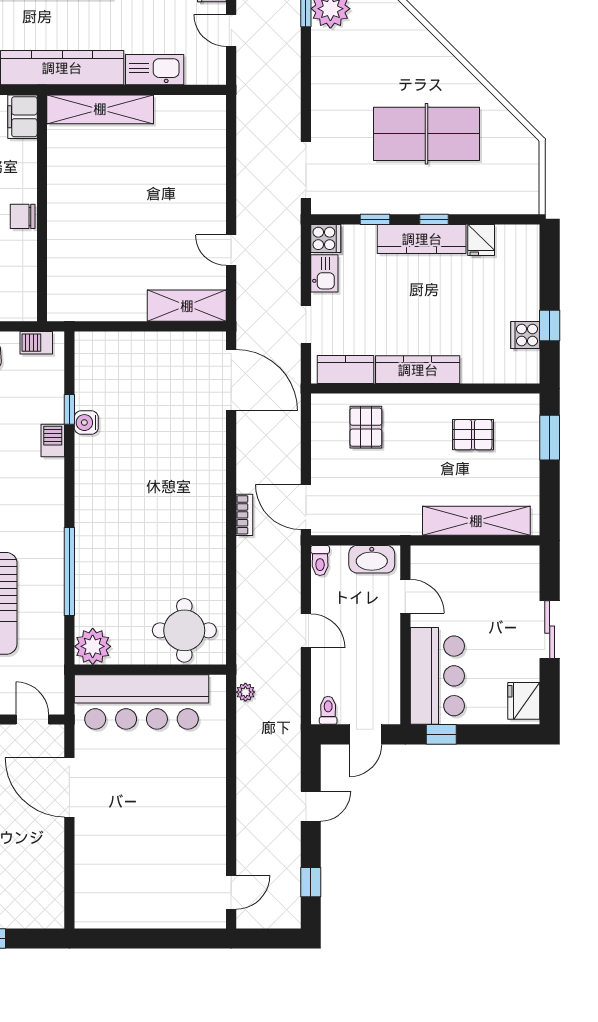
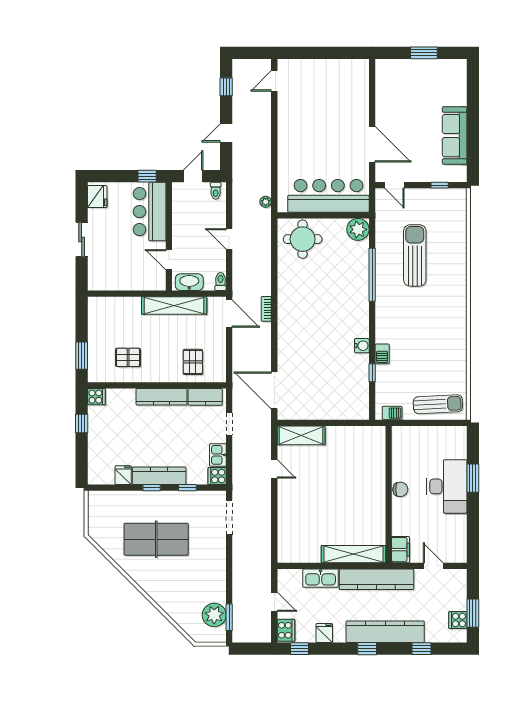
cooker: (525, 335) -> (96, 397), moved
water cooler: (86, 423) -> (362, 346), moved
shelving: (476, 521) -> (174, 305), moved

